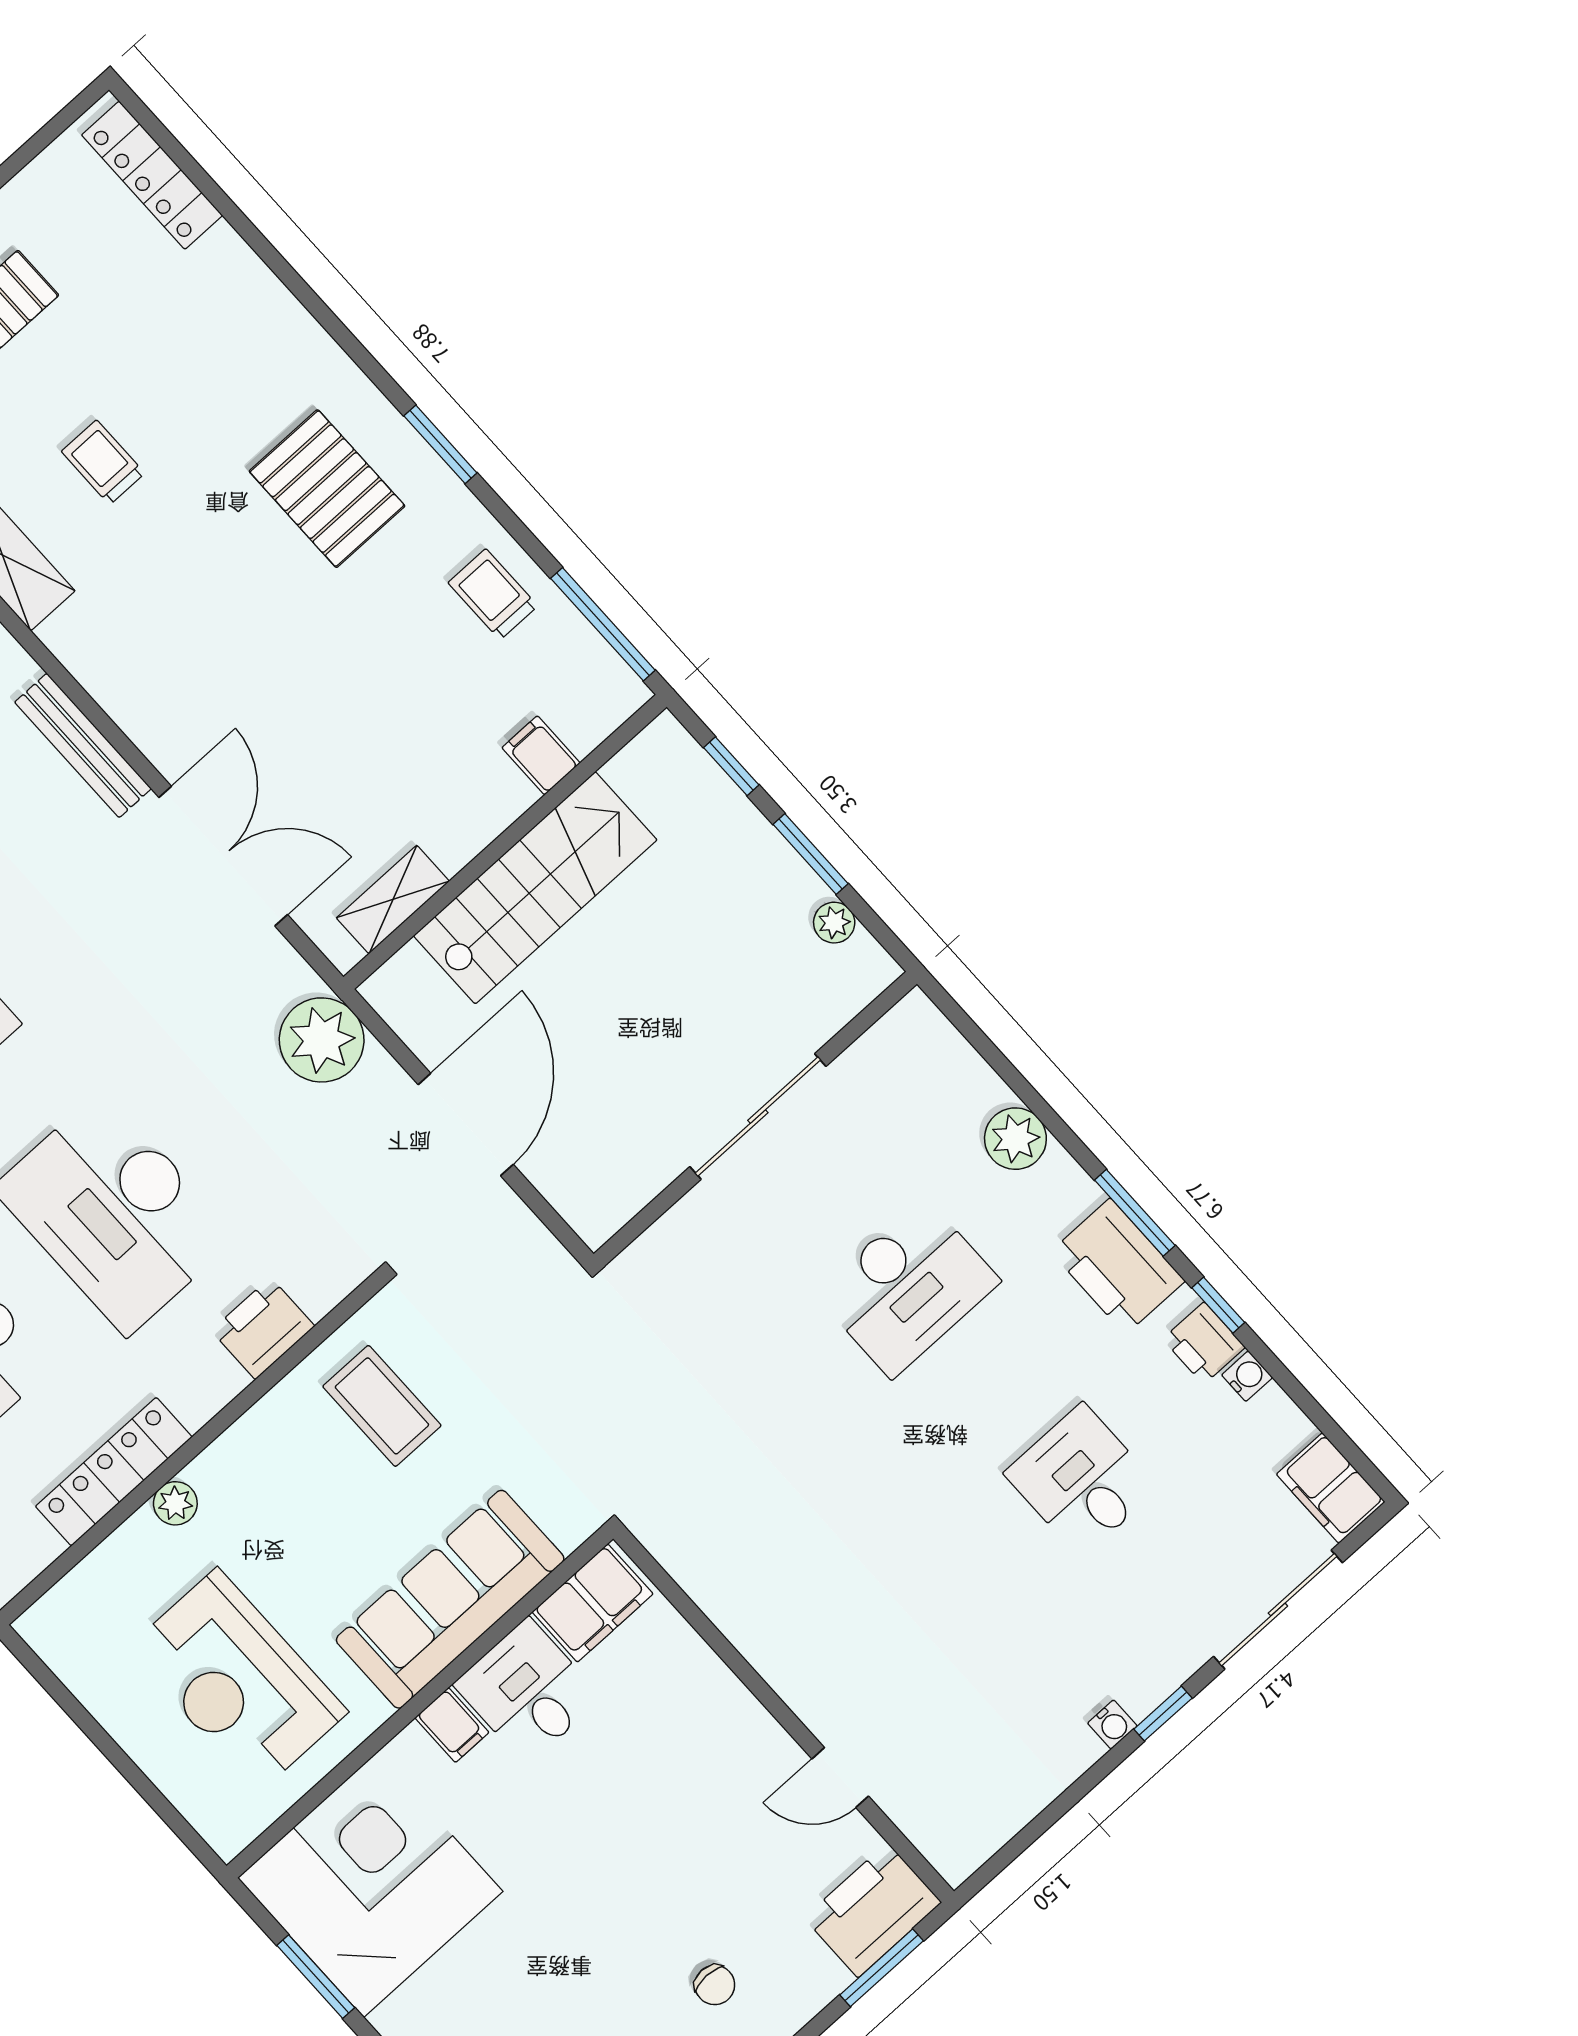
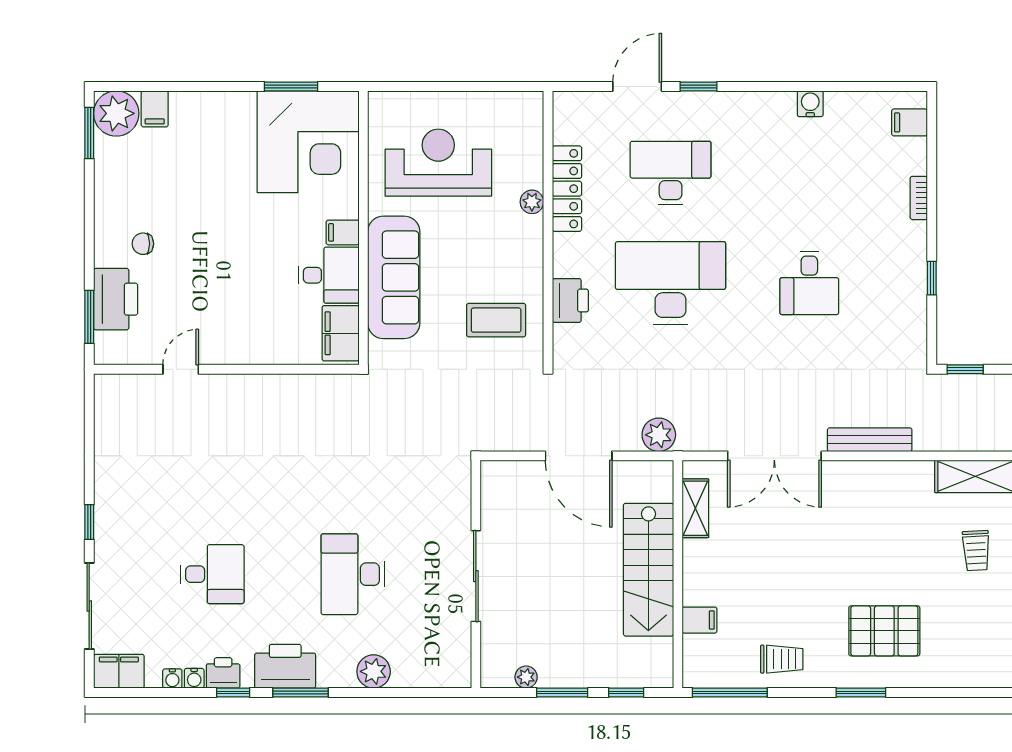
trolley: (103, 462) -> (976, 550), turned 87
plant: (322, 1040) -> (659, 435), width x0.73, depth x0.73
water cooler: (1112, 1725) -> (172, 679), moved, turned -90
printer: (873, 1910) -> (116, 299), moved

